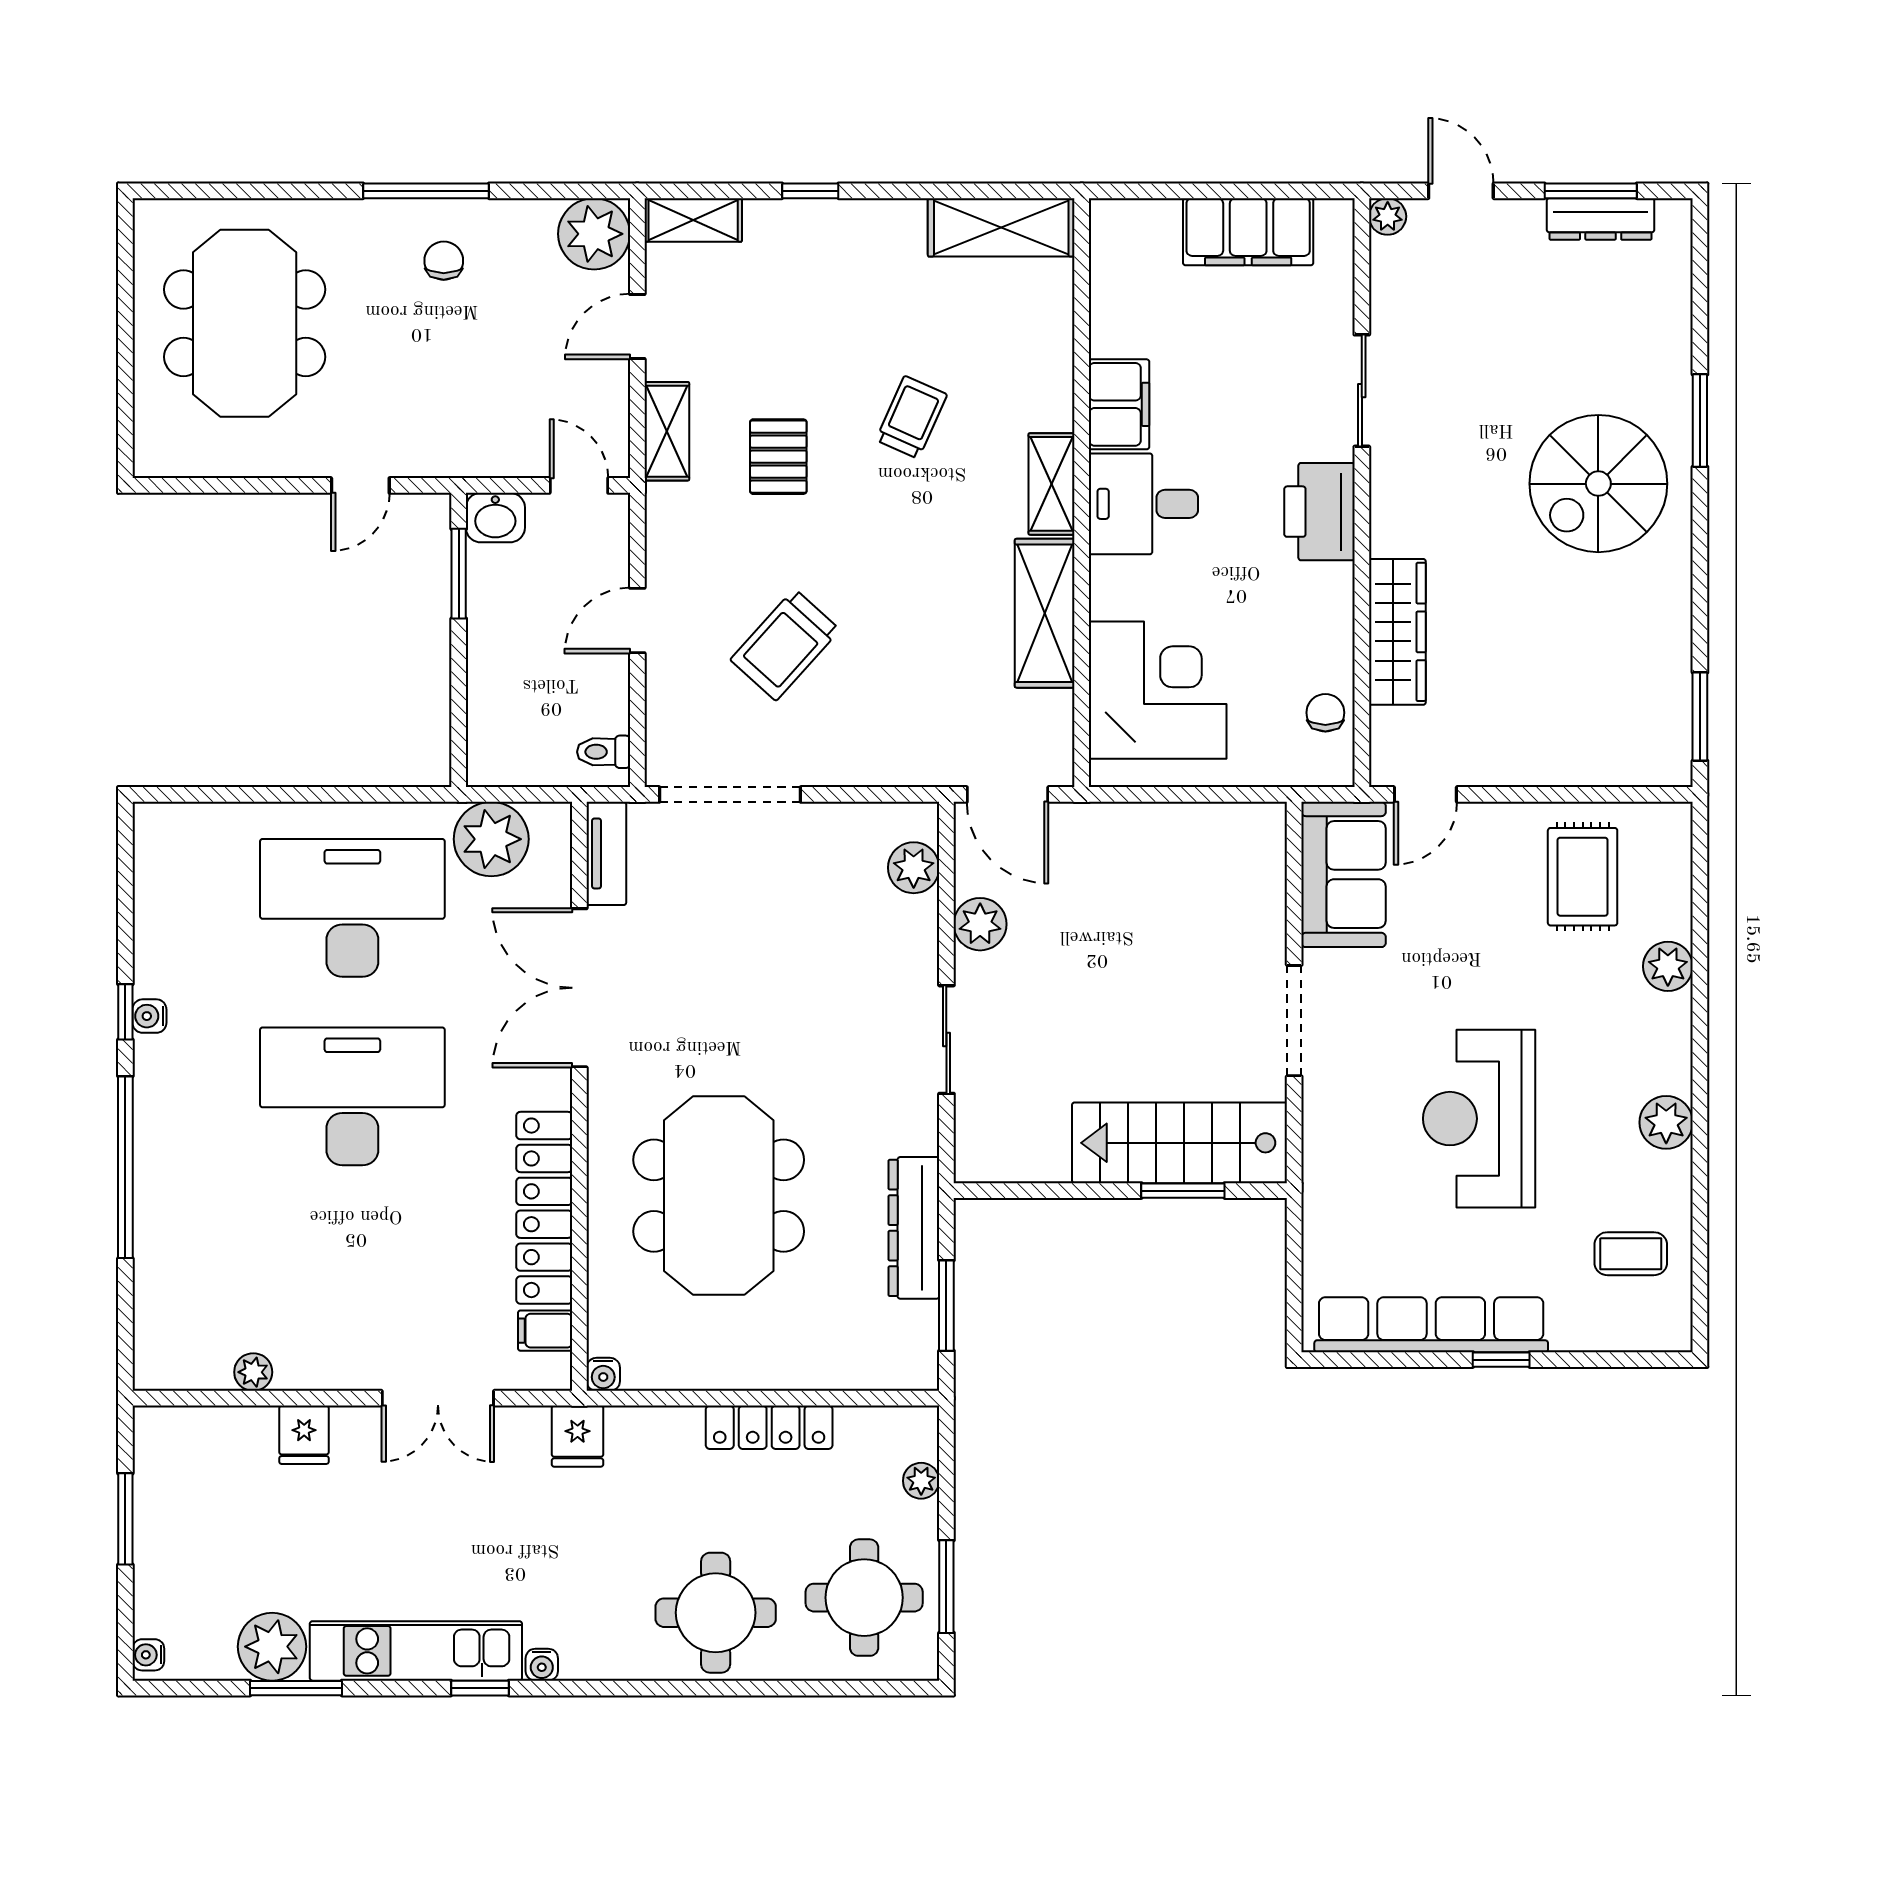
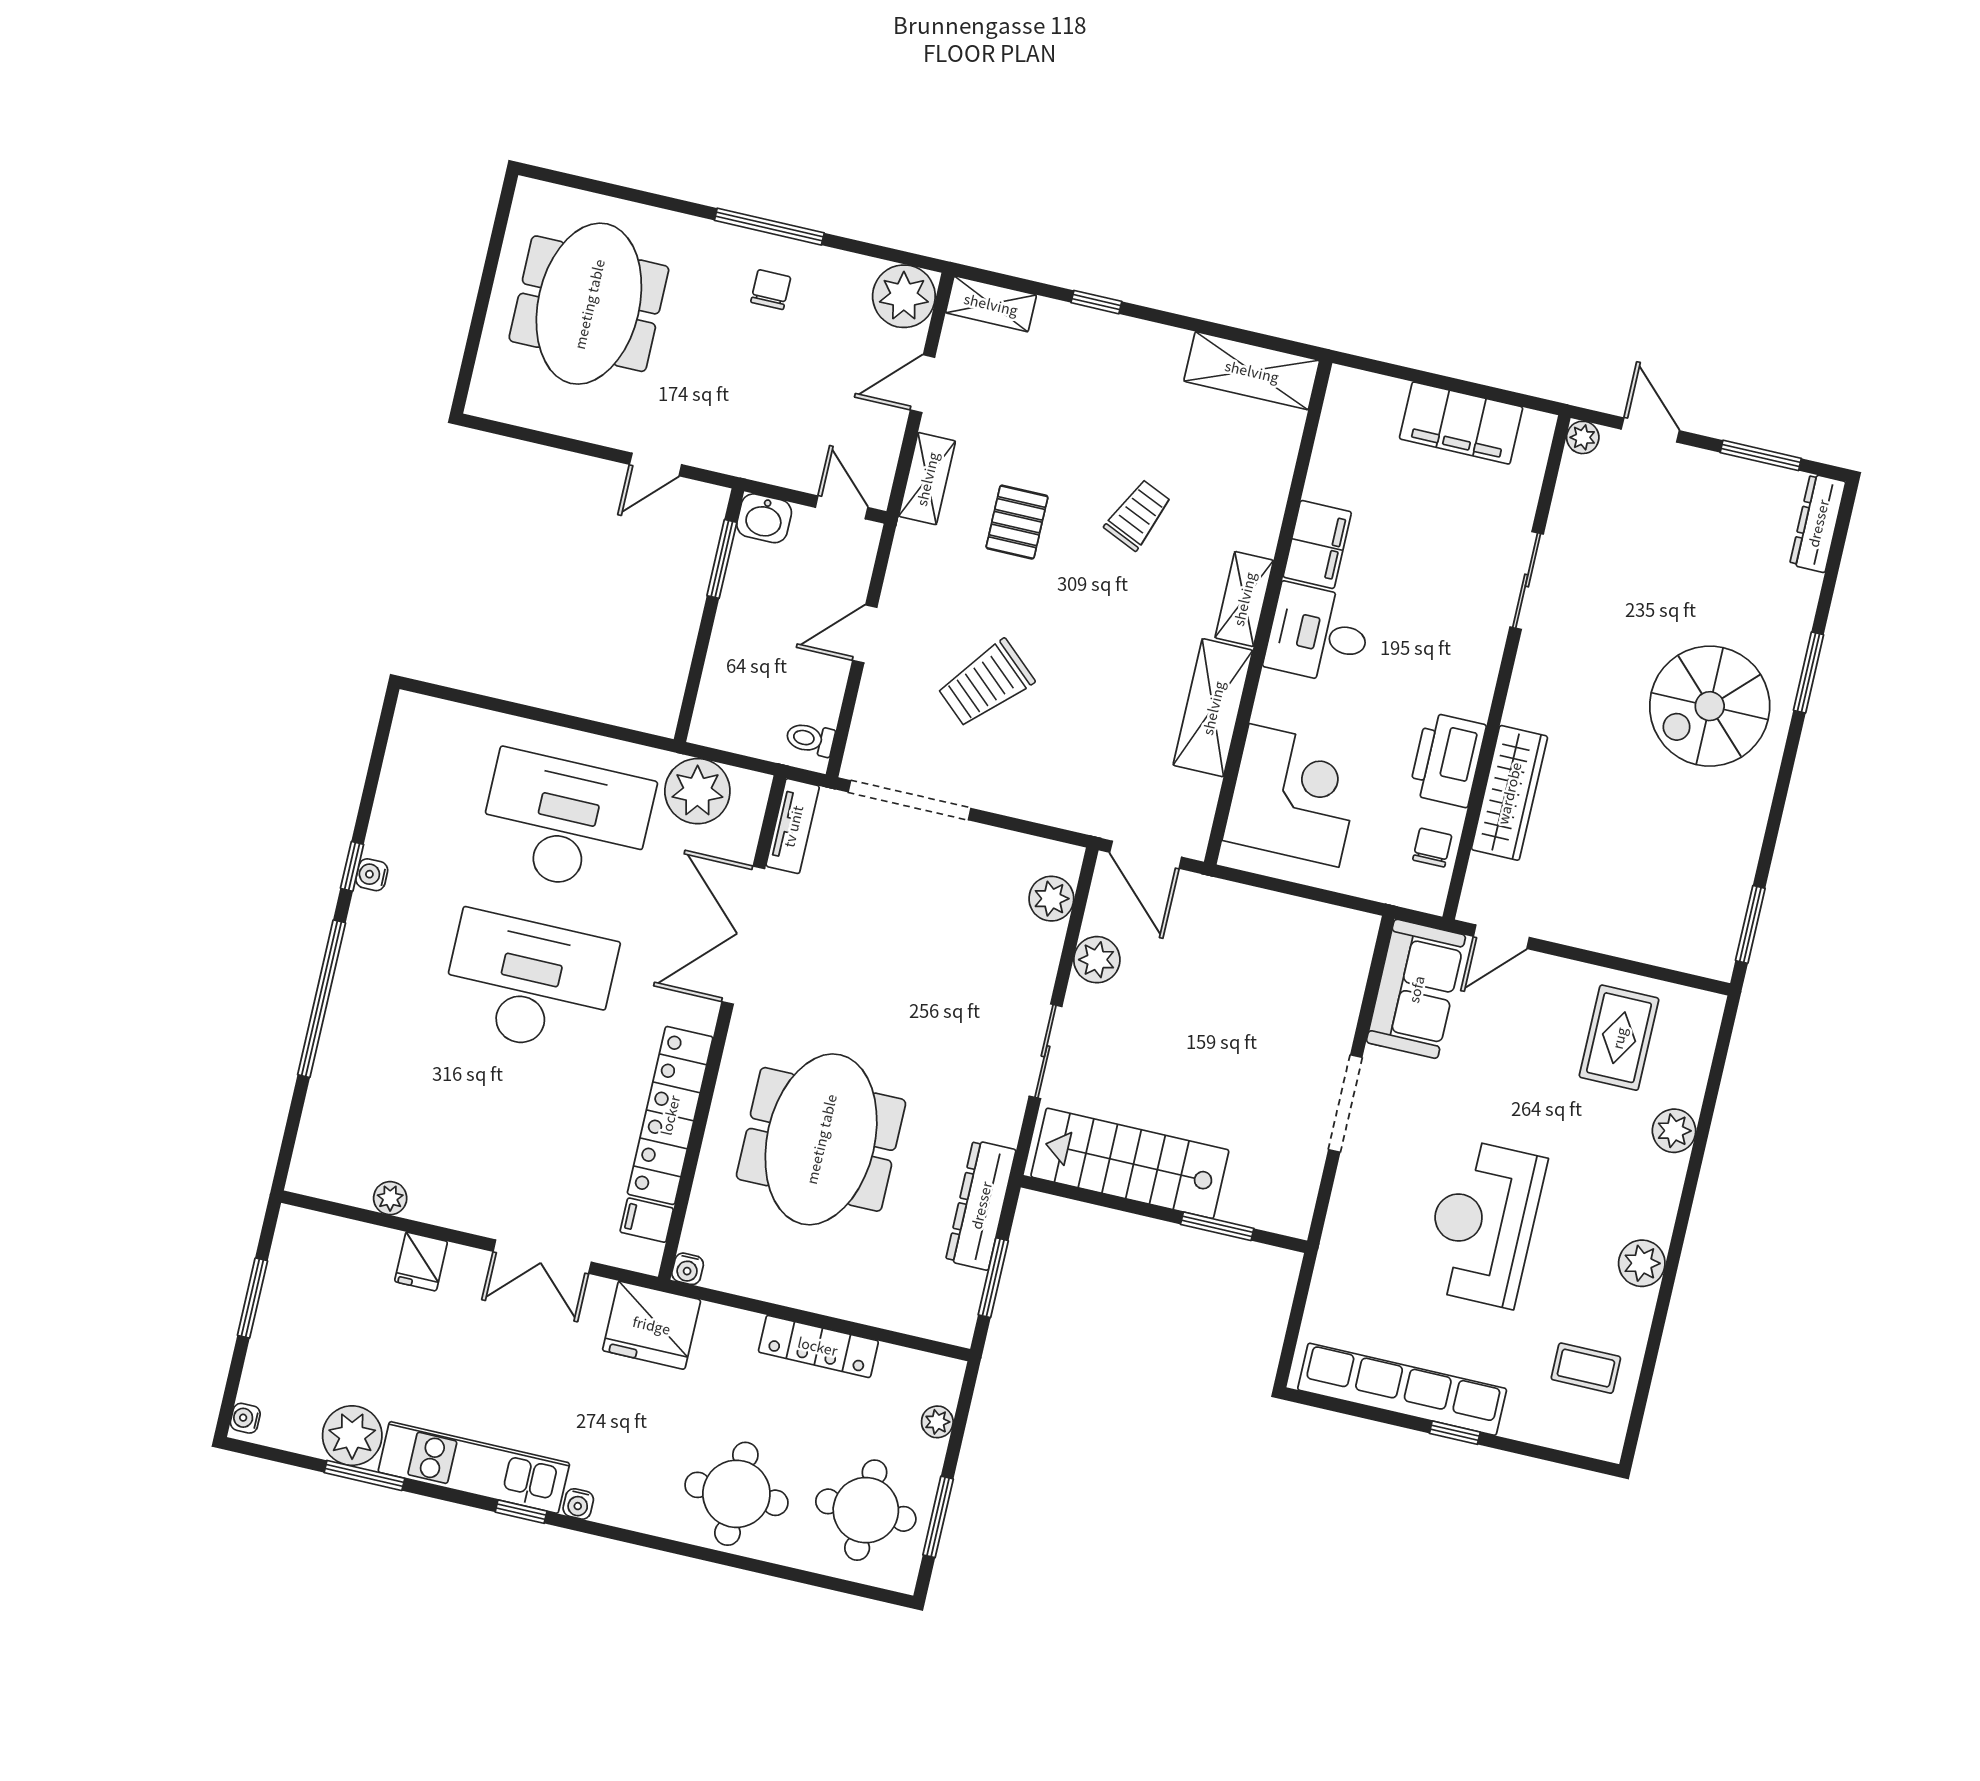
dresser: (1601, 219) -> (1818, 523), moved, turned 90
printer: (1320, 512) -> (1447, 760), moved
stairs: (1180, 1143) -> (1130, 1163), moved
fridge: (578, 1436) -> (652, 1325), width x1.88, depth x1.34

